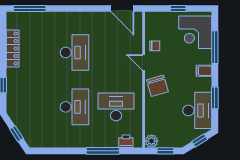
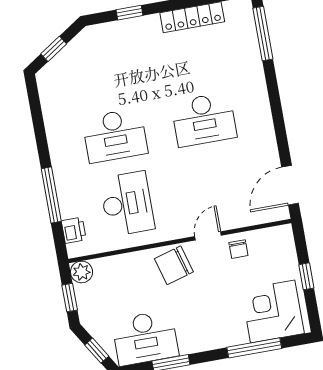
filing cabinet: (204, 71) -> (212, 337), removed

